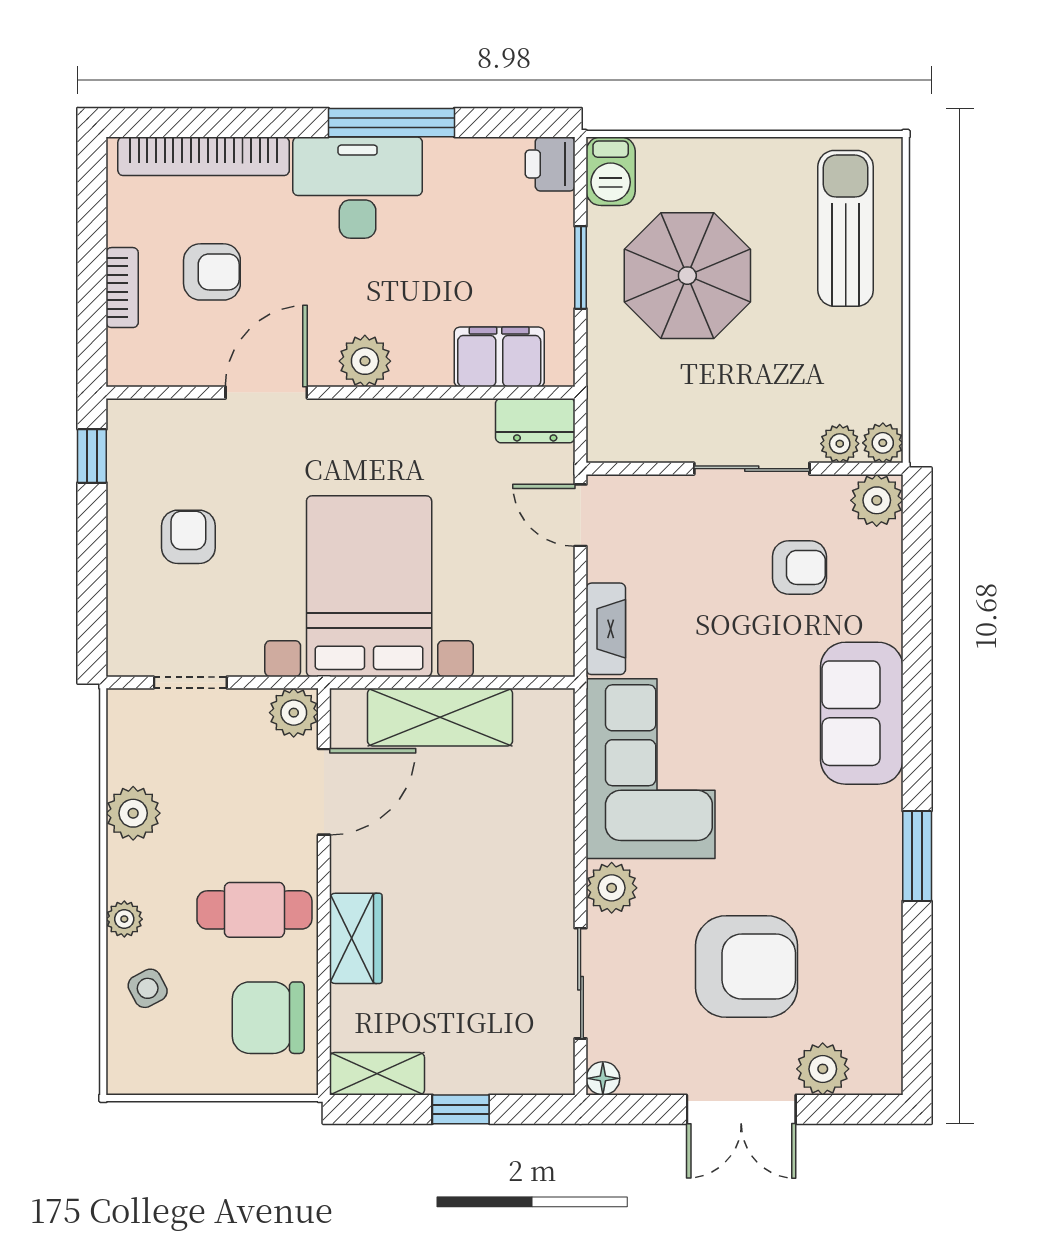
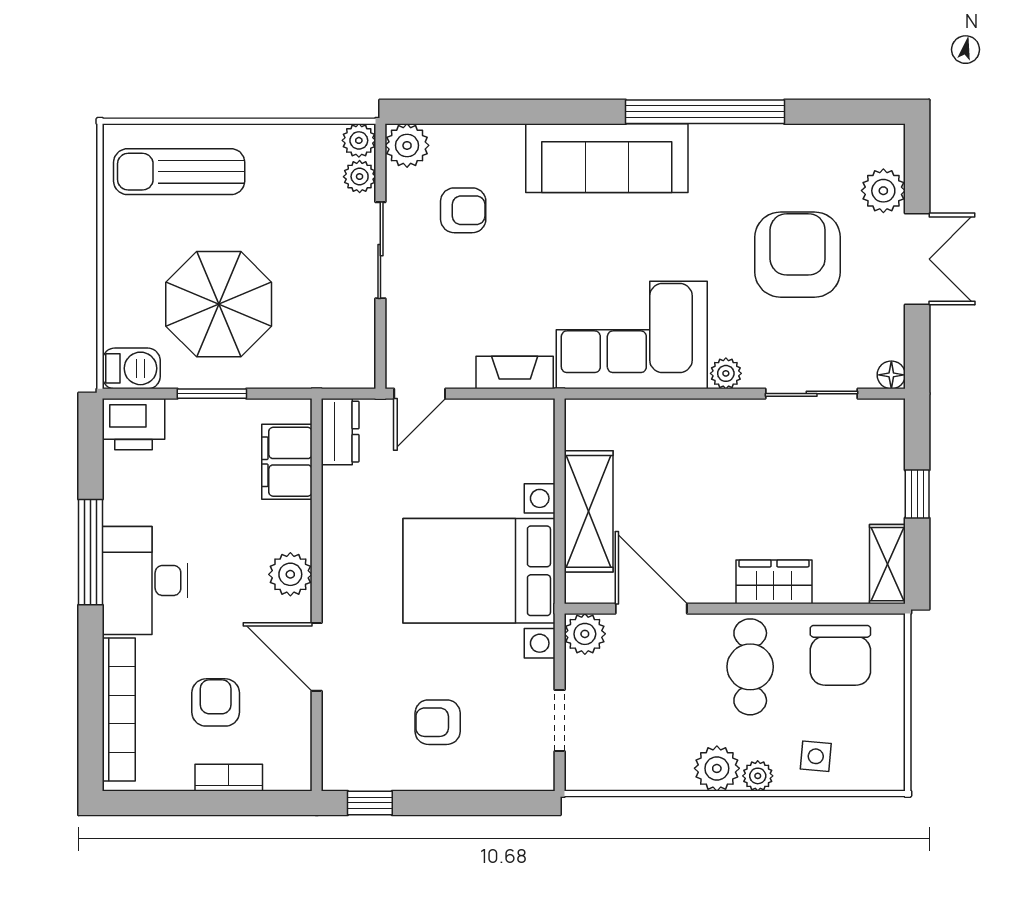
printer: (550, 164) -> (134, 424), width x1.36, depth x1.24
armchair: (799, 567) -> (463, 210), turned 90
sofa: (862, 713) -> (607, 158), width x1.36
plant: (133, 813) -> (717, 768), moved
window: (917, 856) -> (705, 112), width x2.11
plant: (612, 888) -> (726, 373), width x0.73, depth x0.73
side table: (148, 988) -> (816, 756), turned 33

